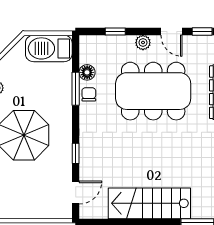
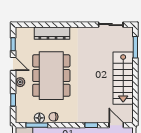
door: (172, 31) -> (13, 64), hinge flipped
window: (76, 89) -> (37, 125), moved

